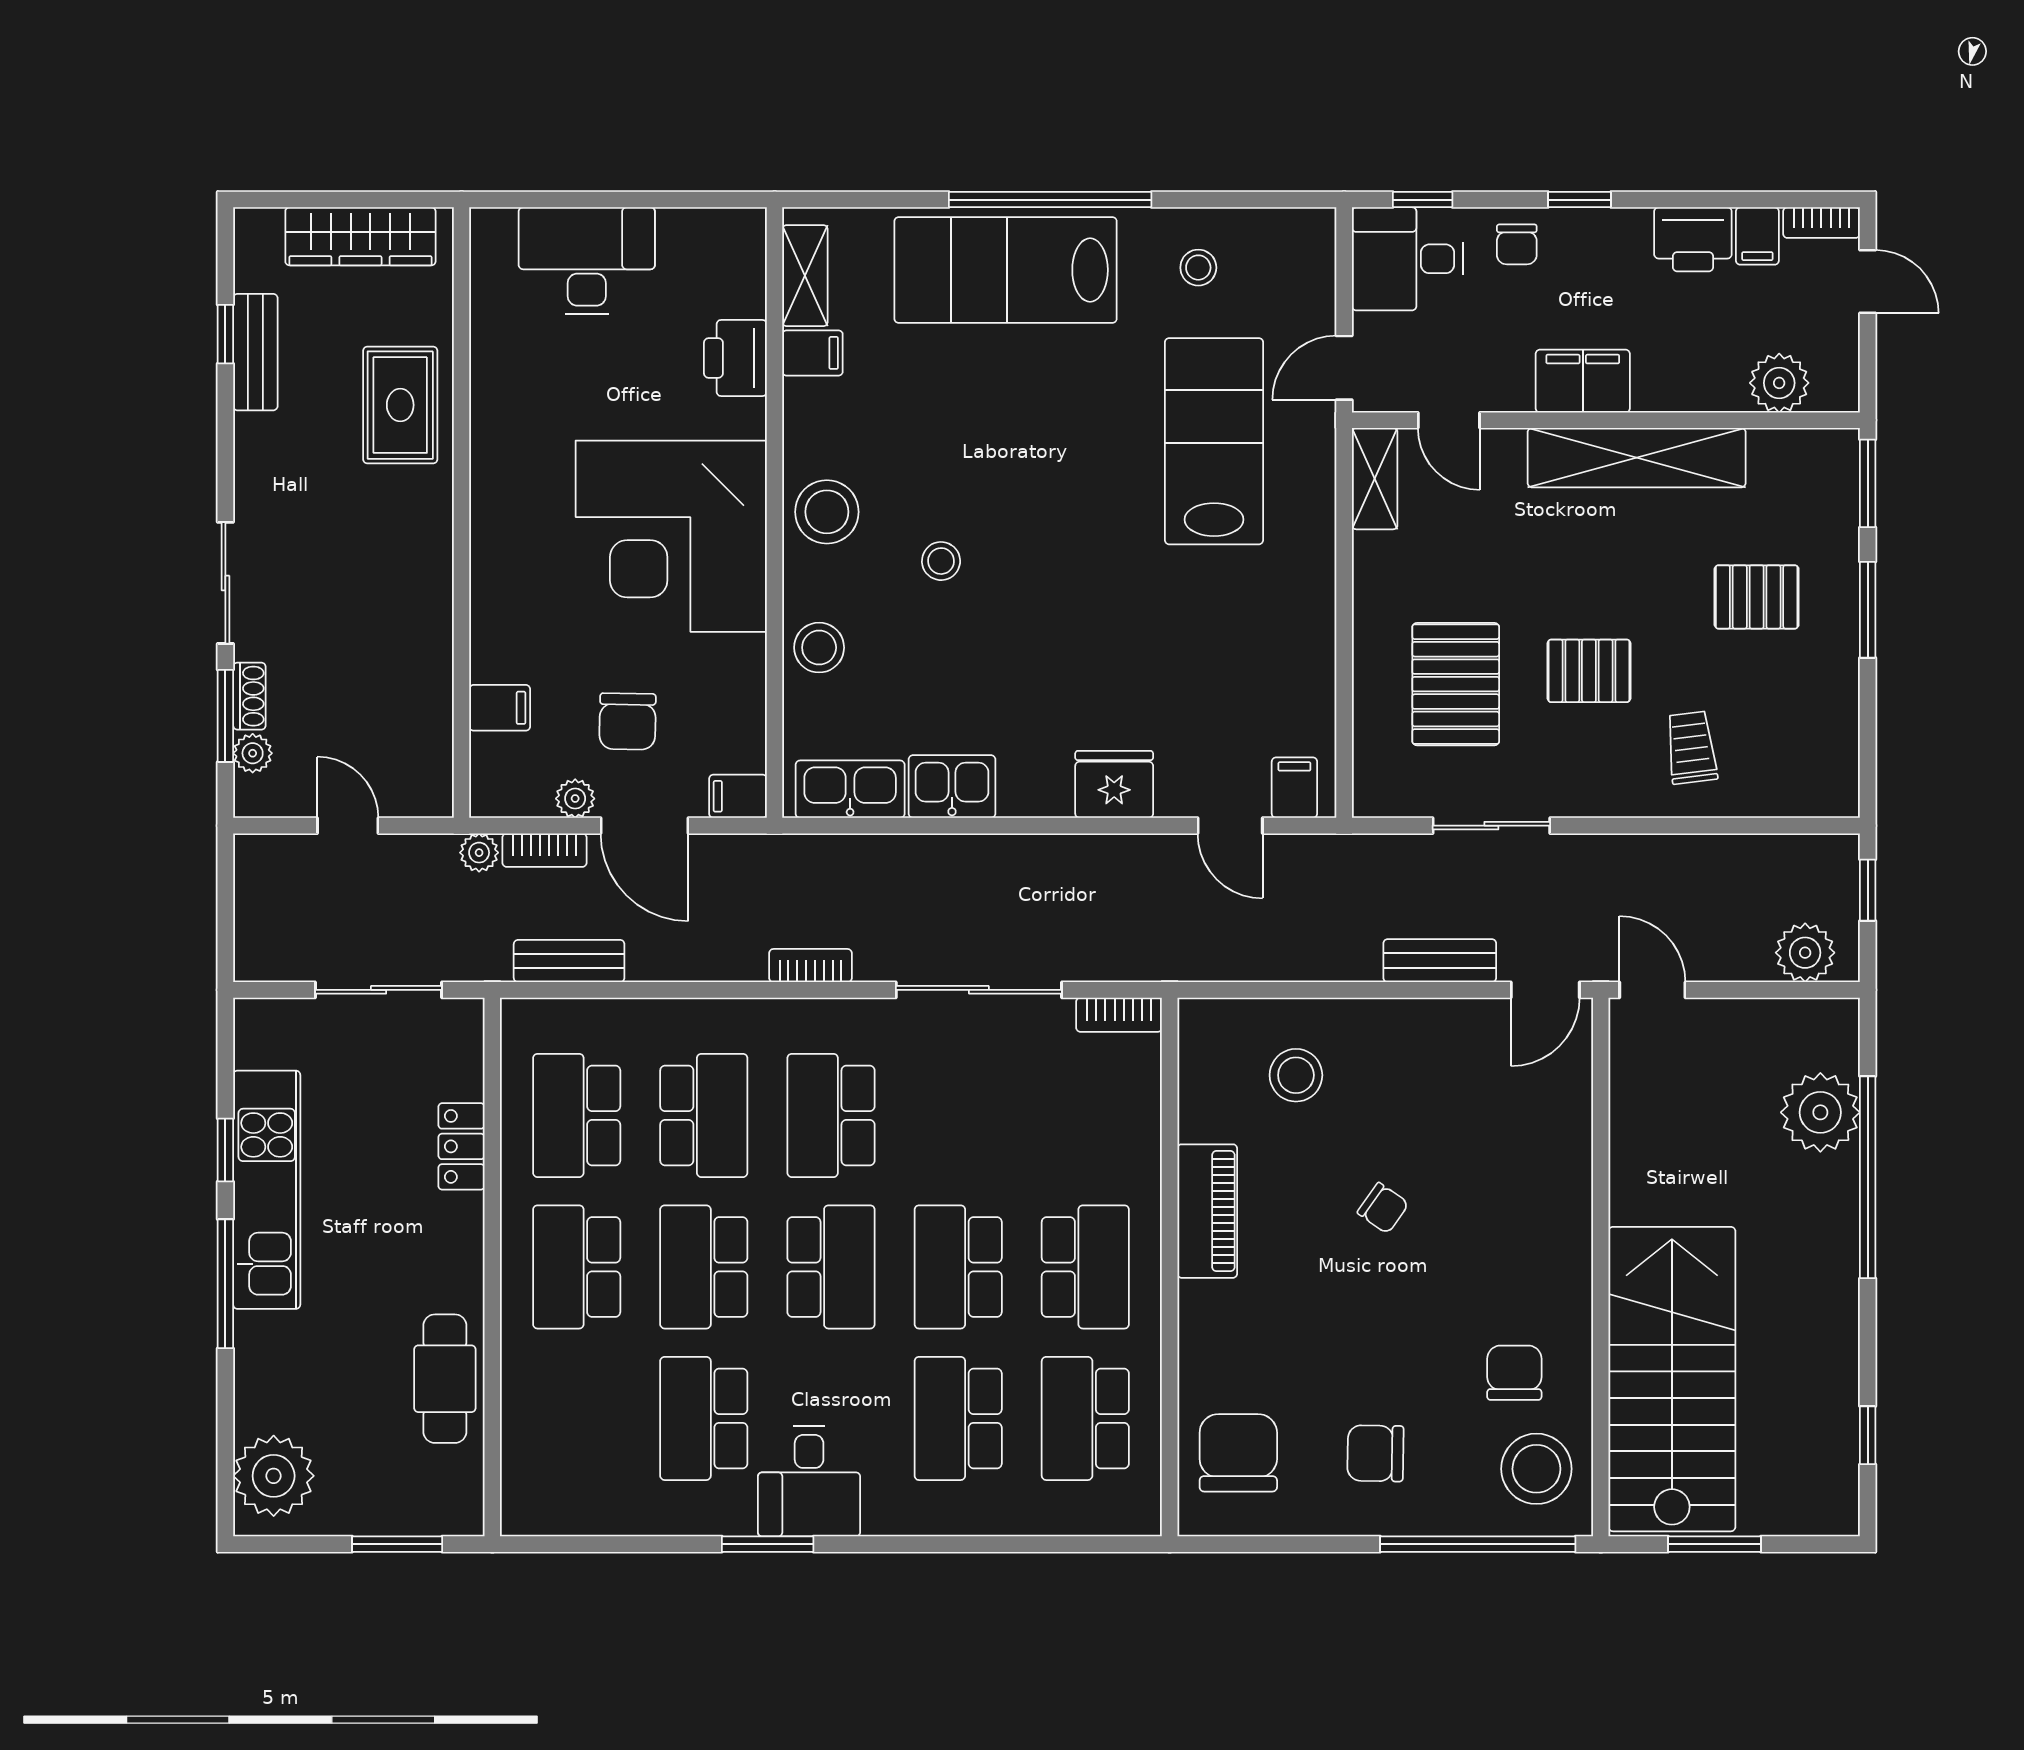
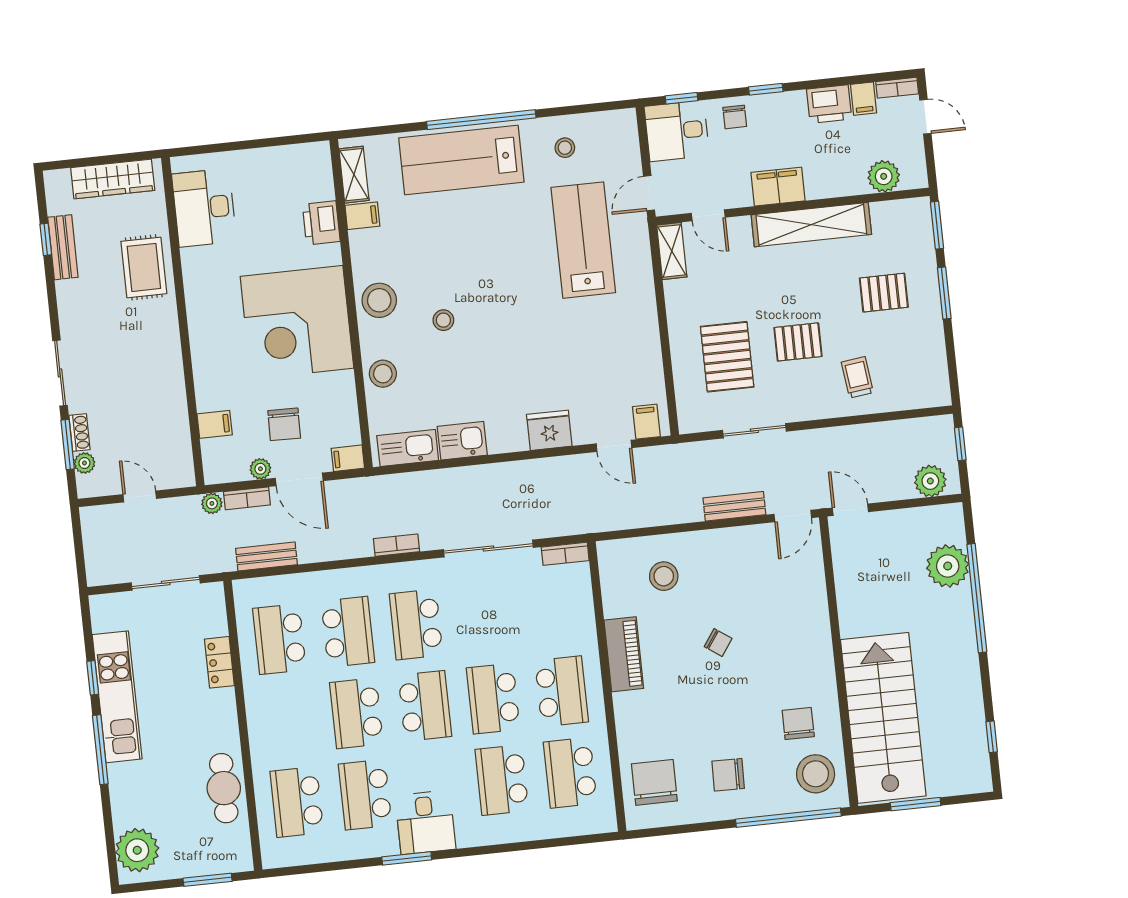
desk: (587, 261) -> (204, 208), moved, turned -90
school desk: (577, 1267) -> (297, 802), moved

